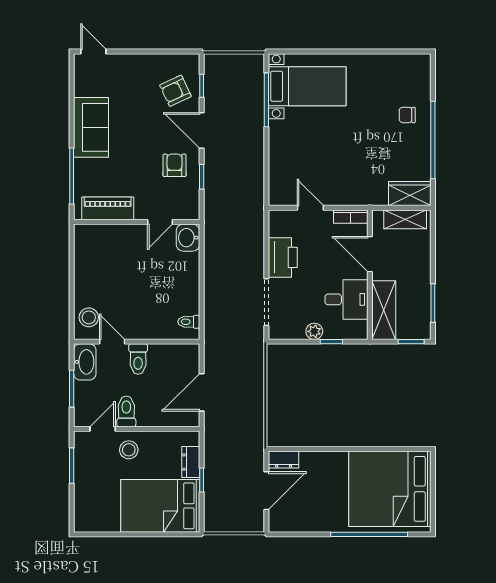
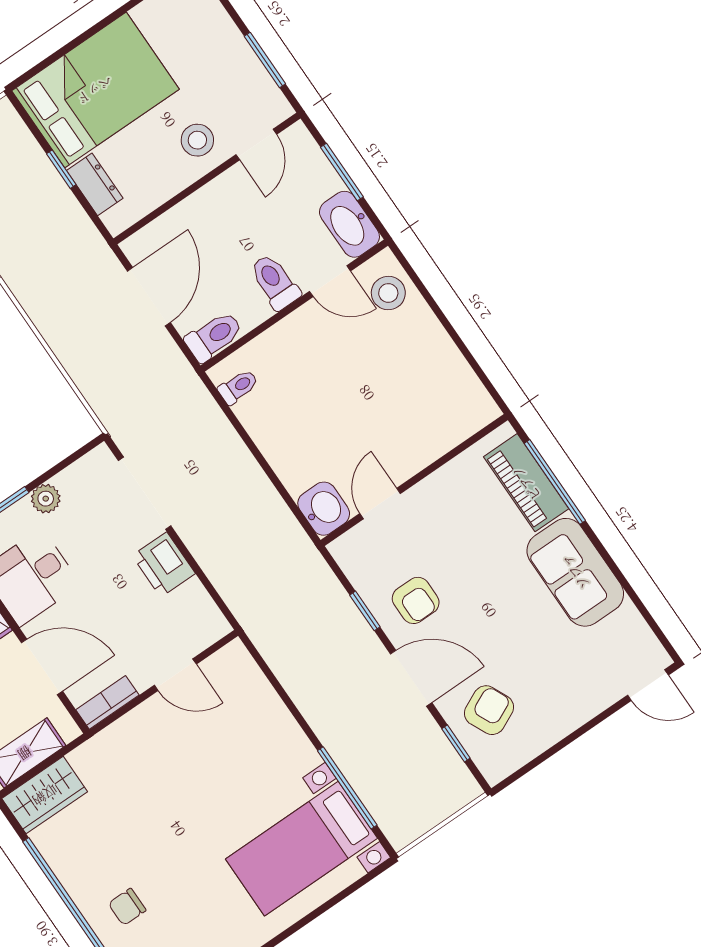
chair: (407, 115) -> (127, 907), turned 180
piano: (108, 208) -> (526, 483), moved, turned 90
printer: (283, 257) -> (164, 565), width x0.73, depth x0.84
toilet: (126, 411) -> (214, 336), moved, turned -90

